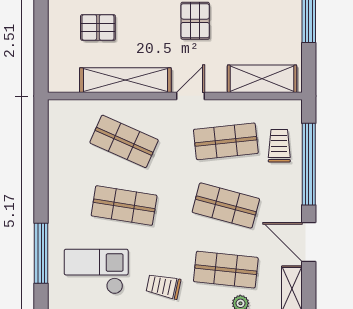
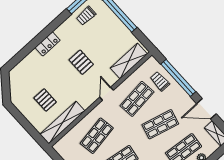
pallet: (98, 27) -> (45, 100), turned 90
shelving: (125, 80) -> (62, 123), moved
shop shelf: (124, 141) -> (97, 136), turned -33

